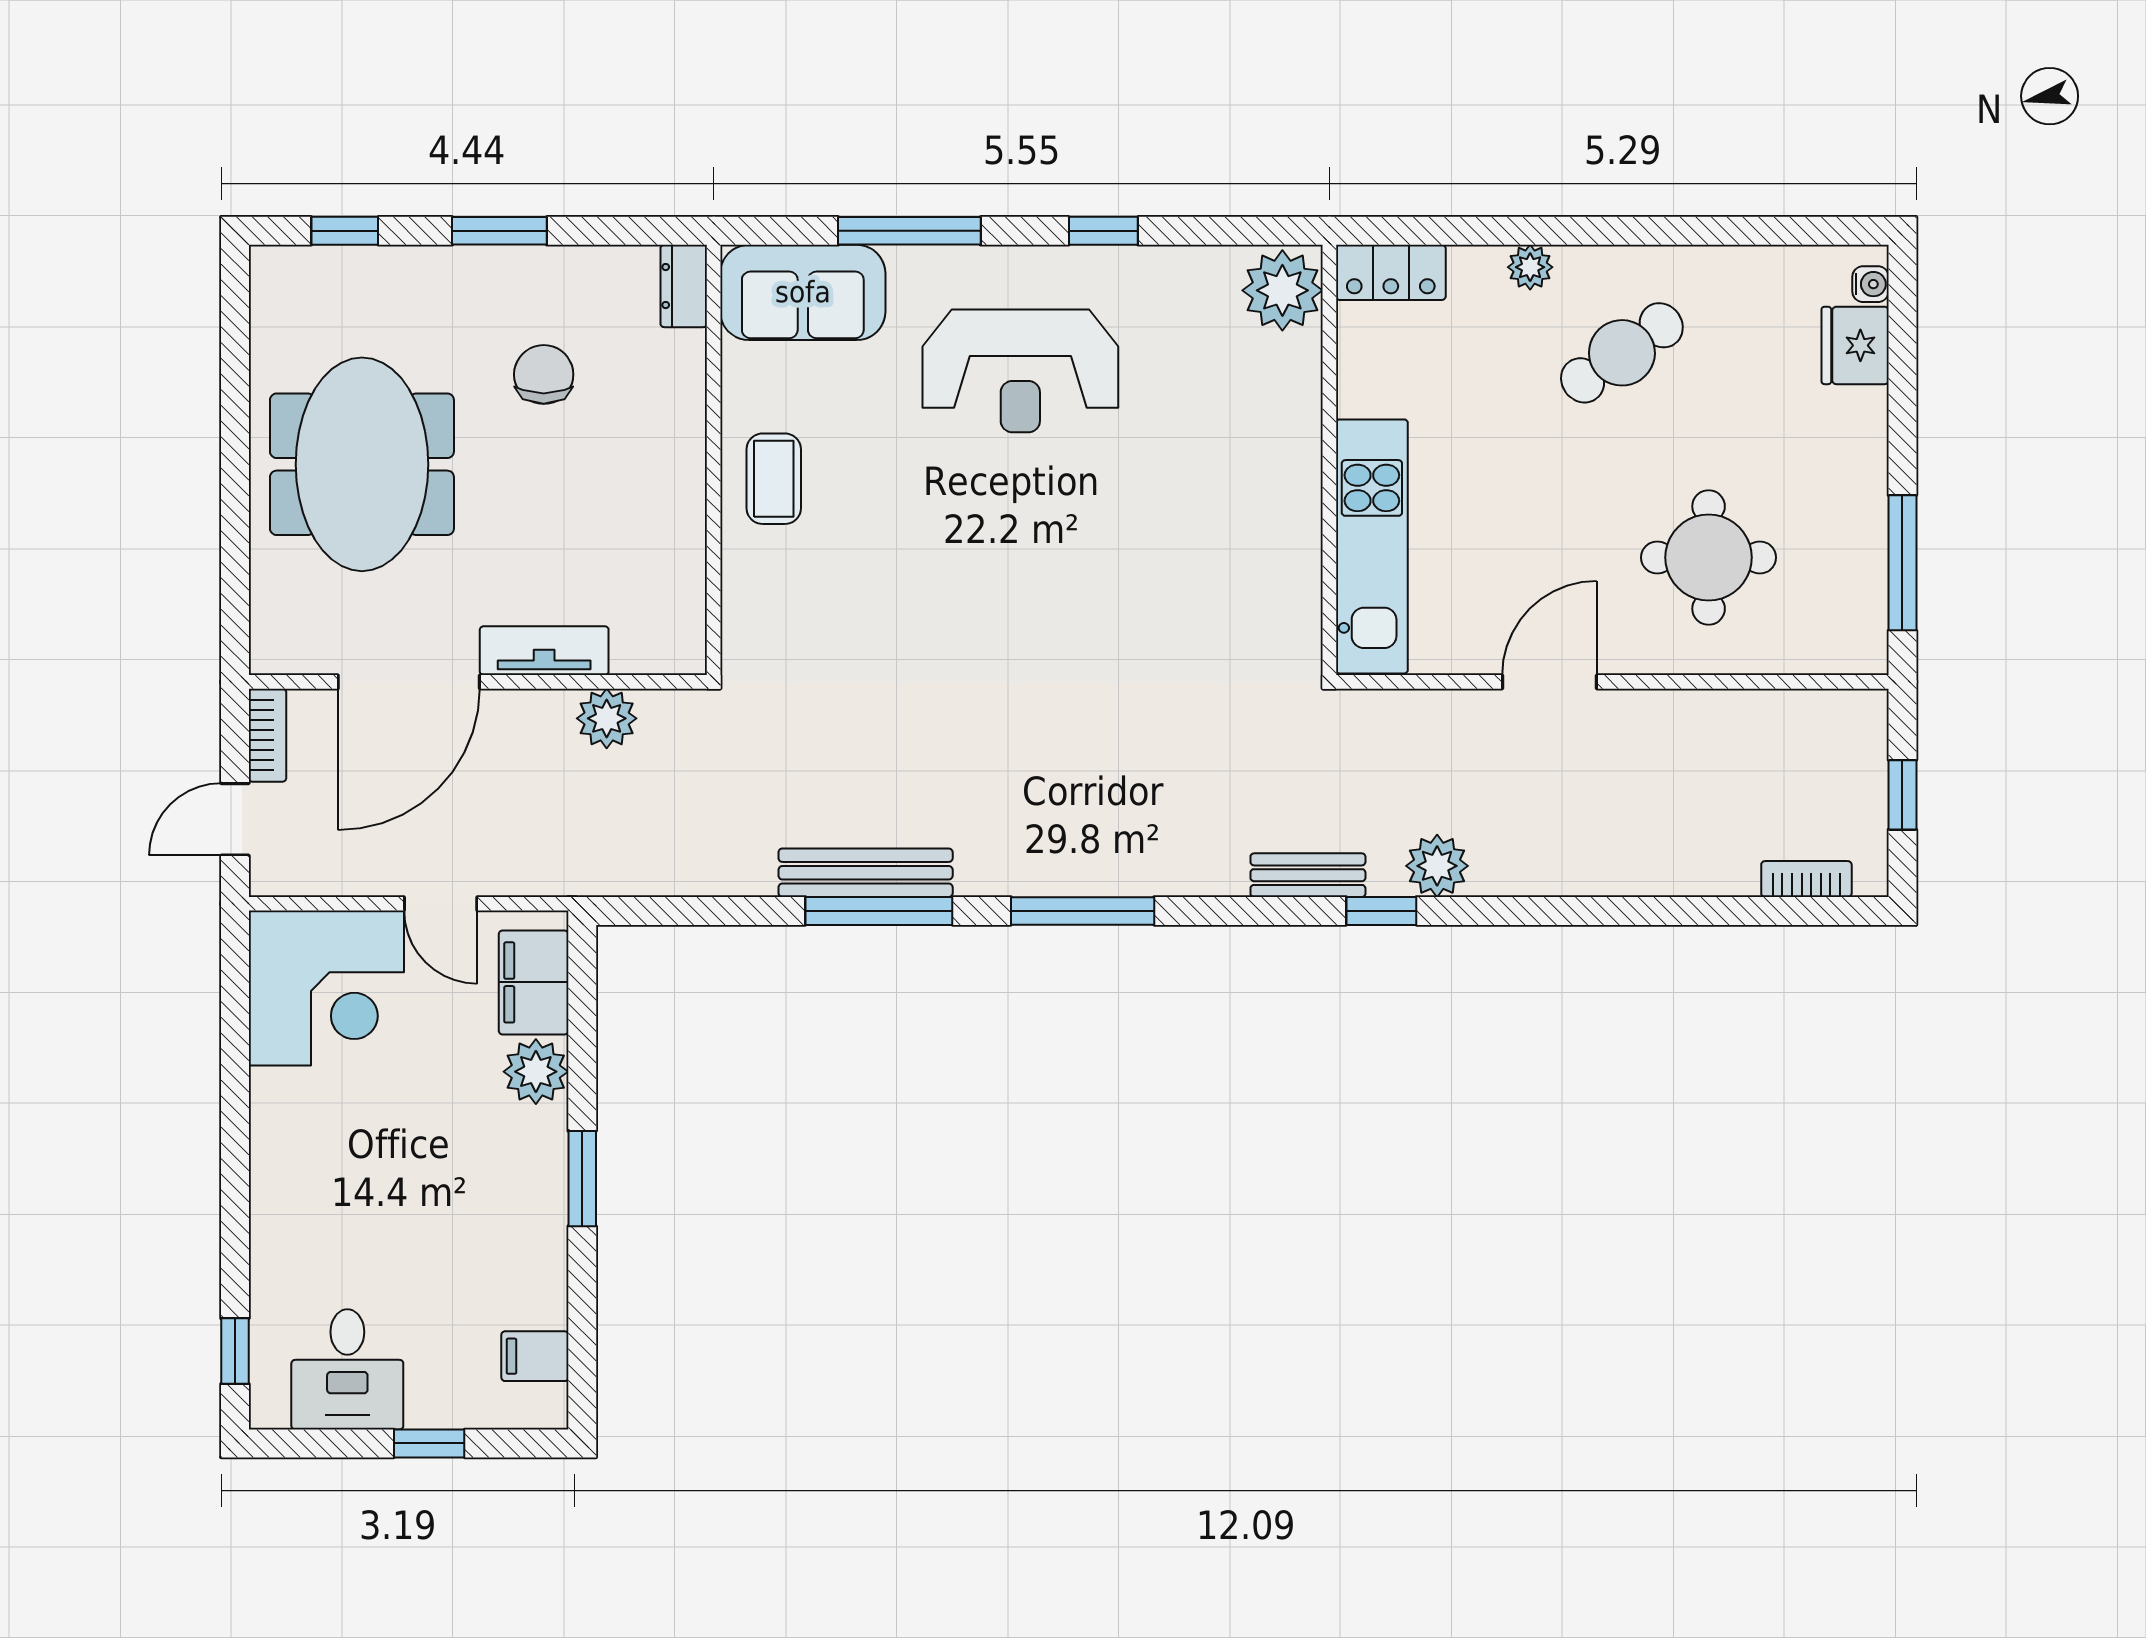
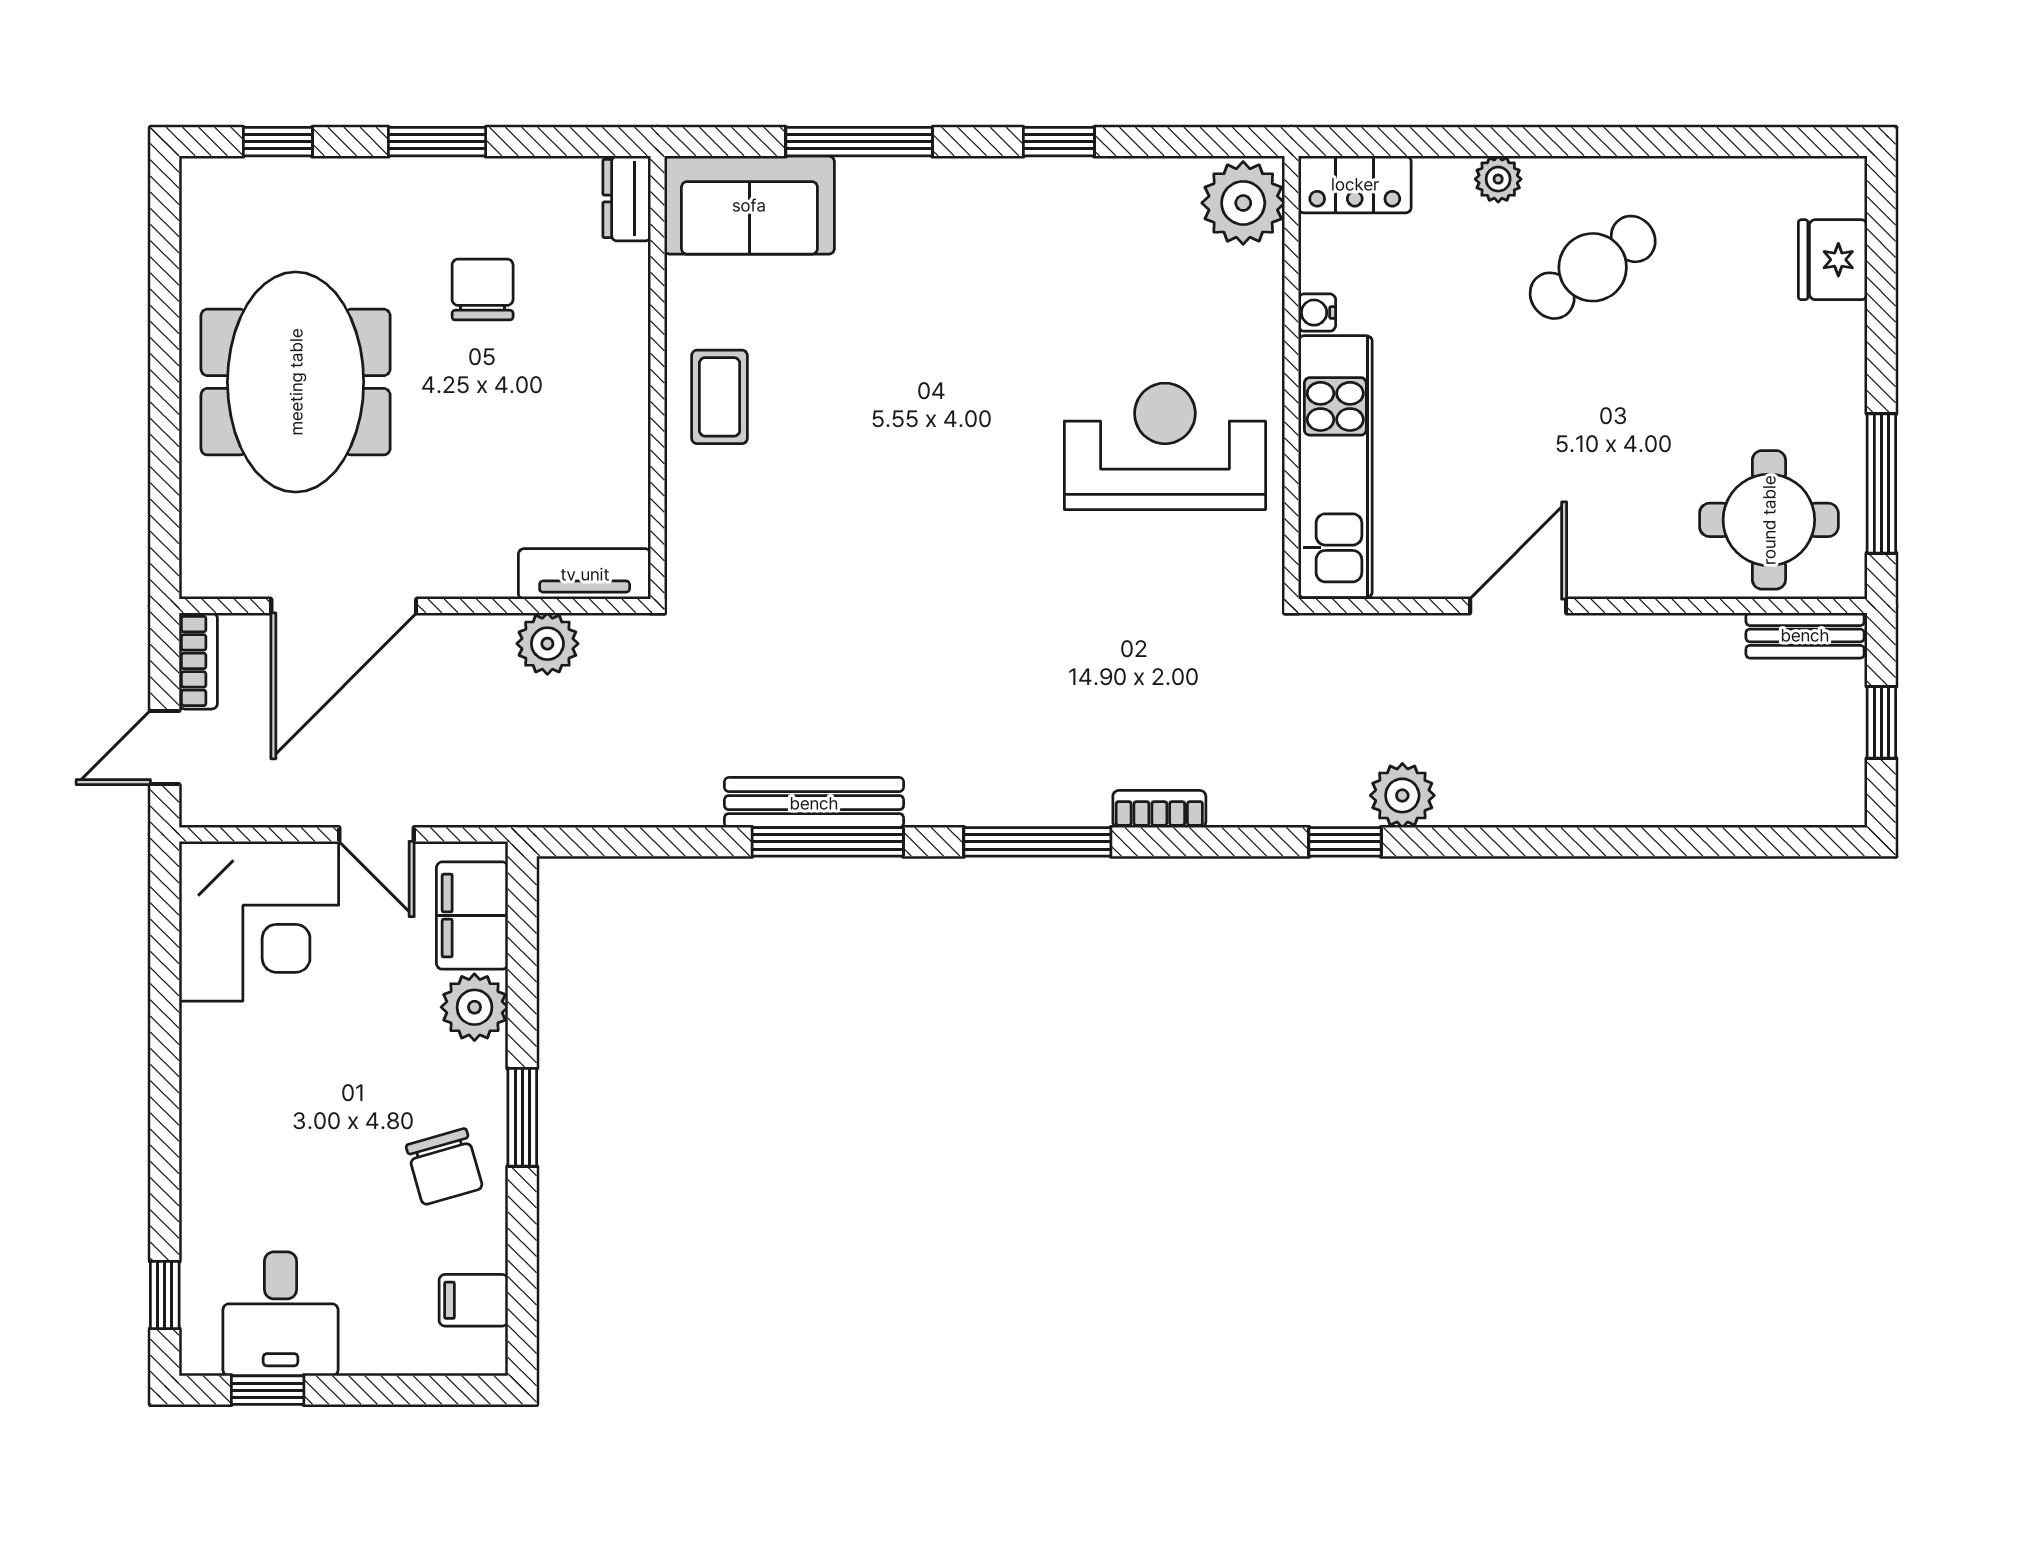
water cooler: (1870, 284) -> (1317, 313), moved, turned 180
reception desk: (1020, 371) -> (1165, 446), moved, turned 180
round table: (1709, 557) -> (1769, 520), moved
tv unit: (544, 651) -> (585, 574), moved
bench: (1308, 875) -> (1805, 635), moved
bookcase: (1806, 879) -> (1159, 809), moved
chair: (507, 1226) -> (444, 1167), added
window: (429, 1443) -> (268, 1390), moved

